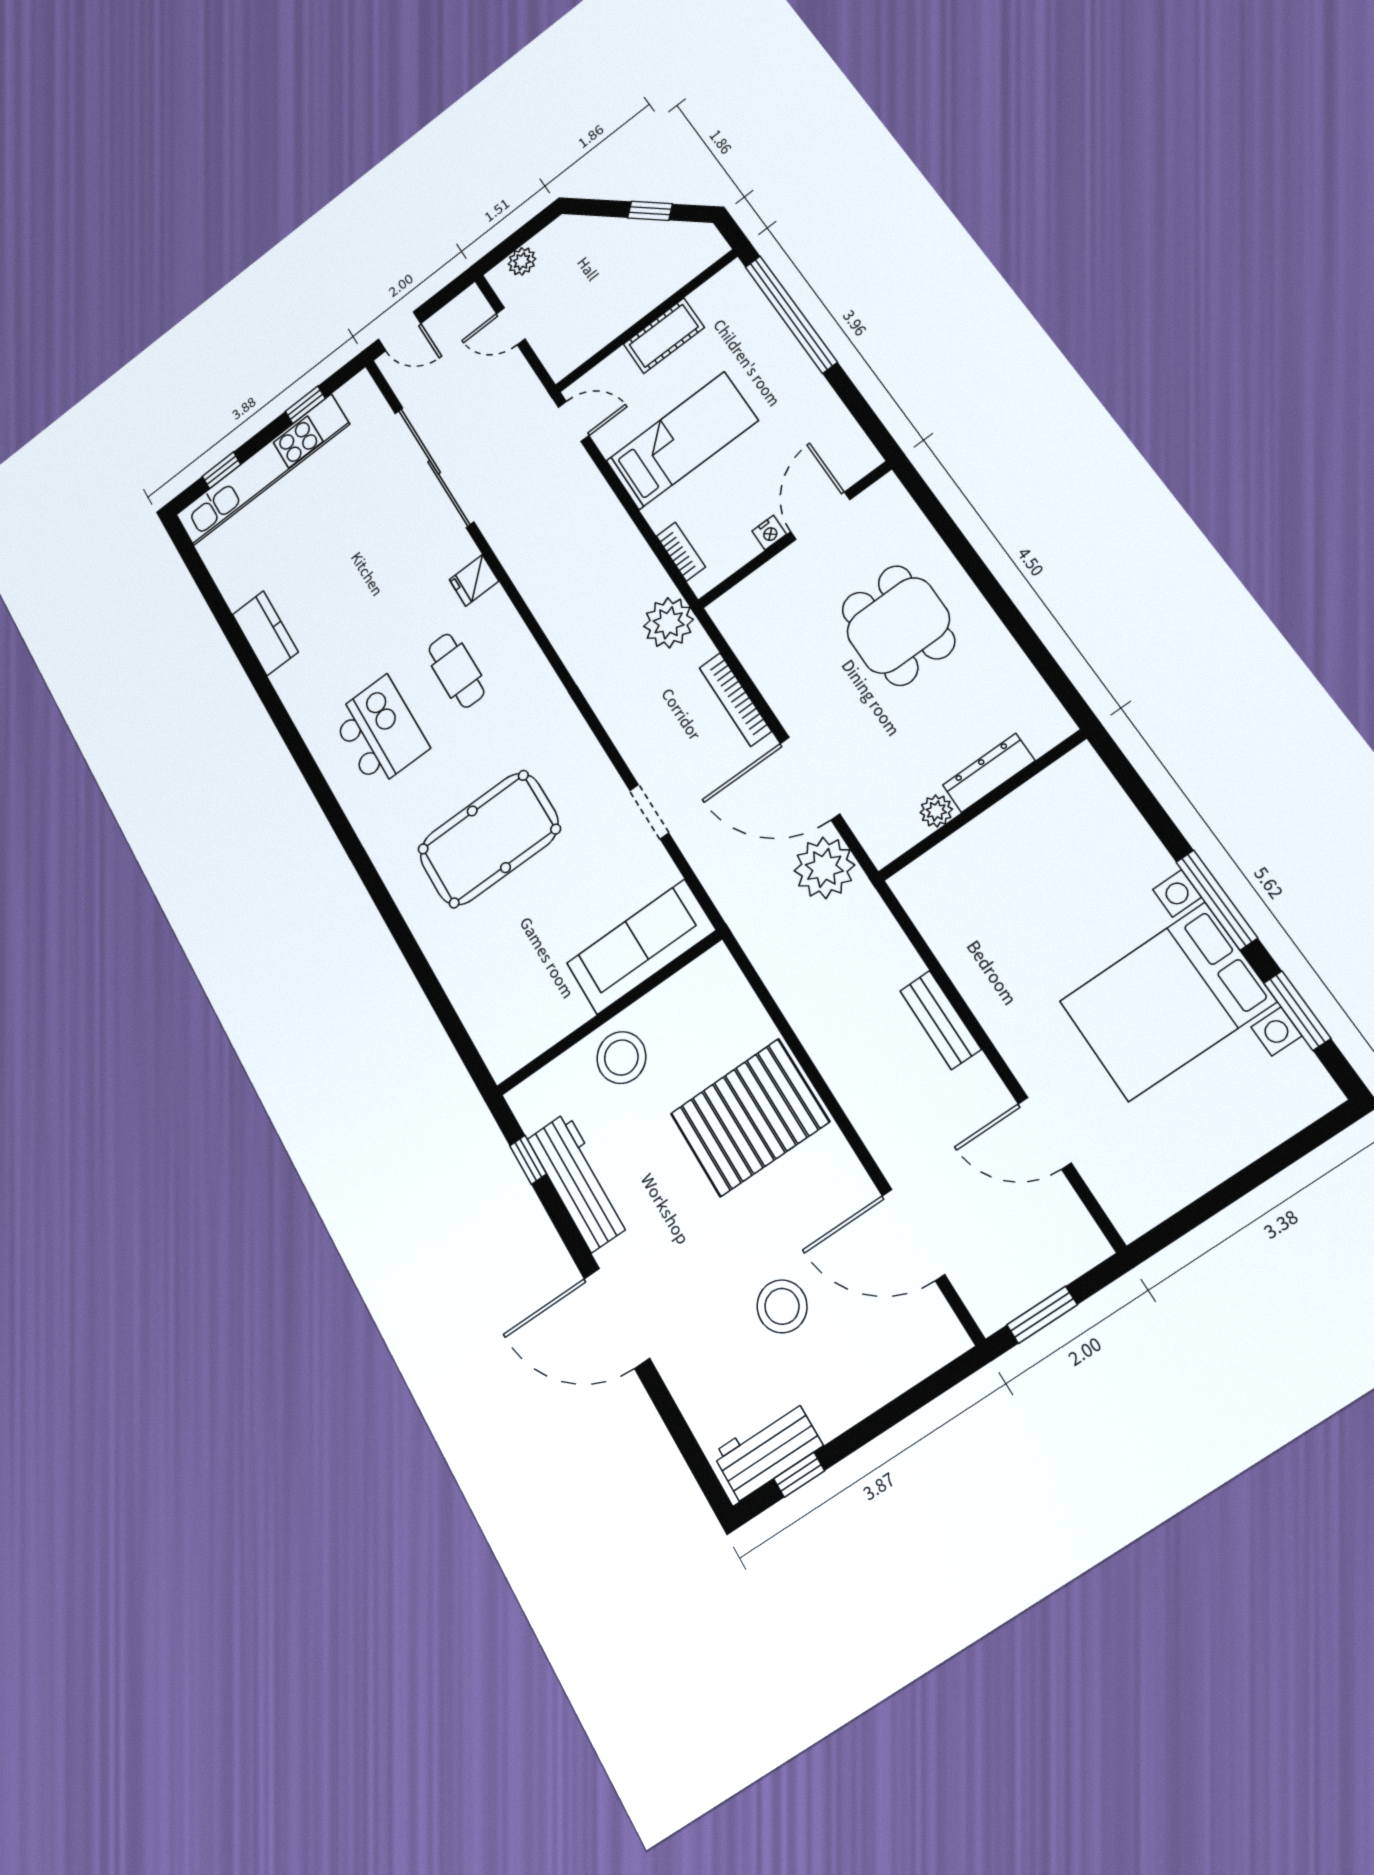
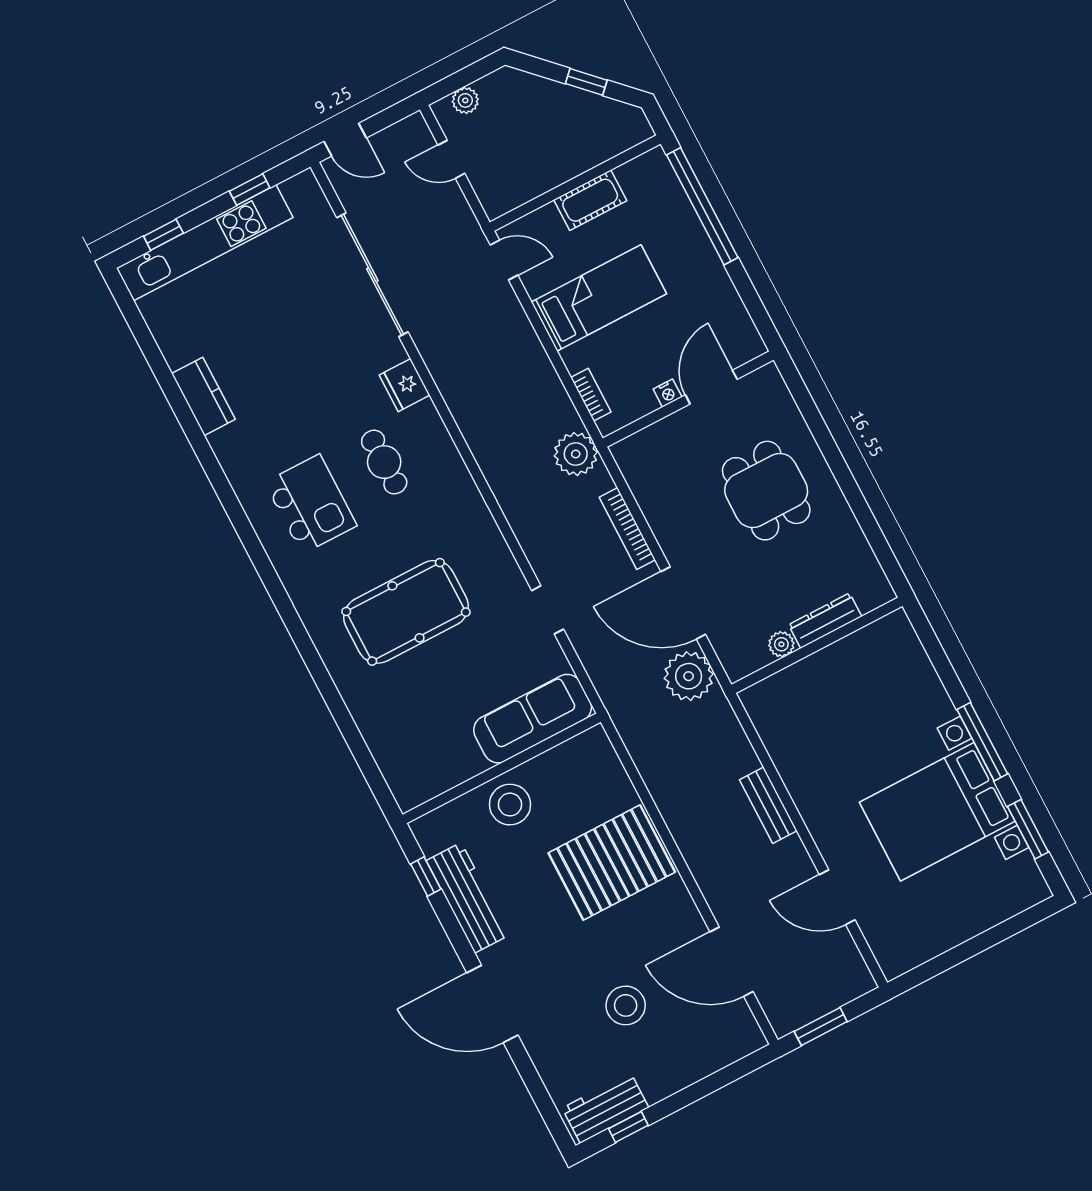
fridge: (474, 580) -> (405, 385), width x1.38

